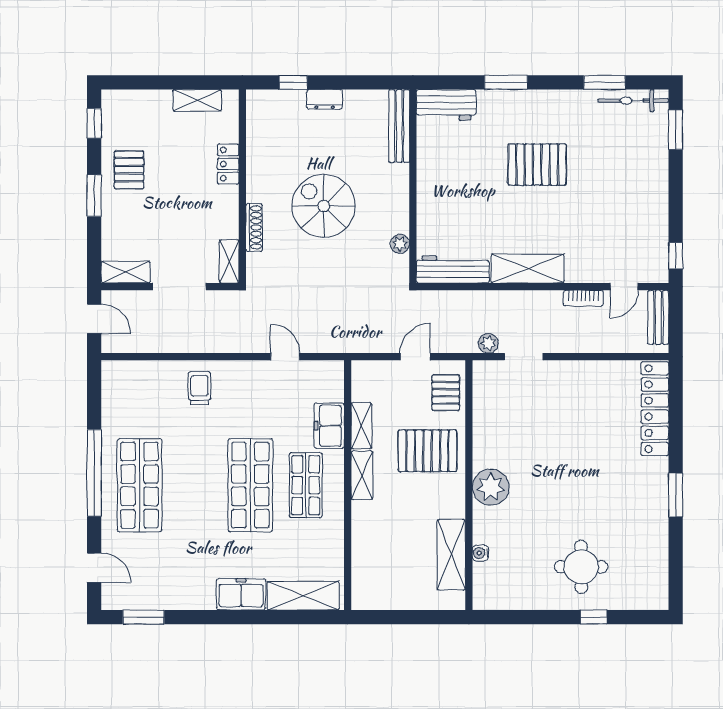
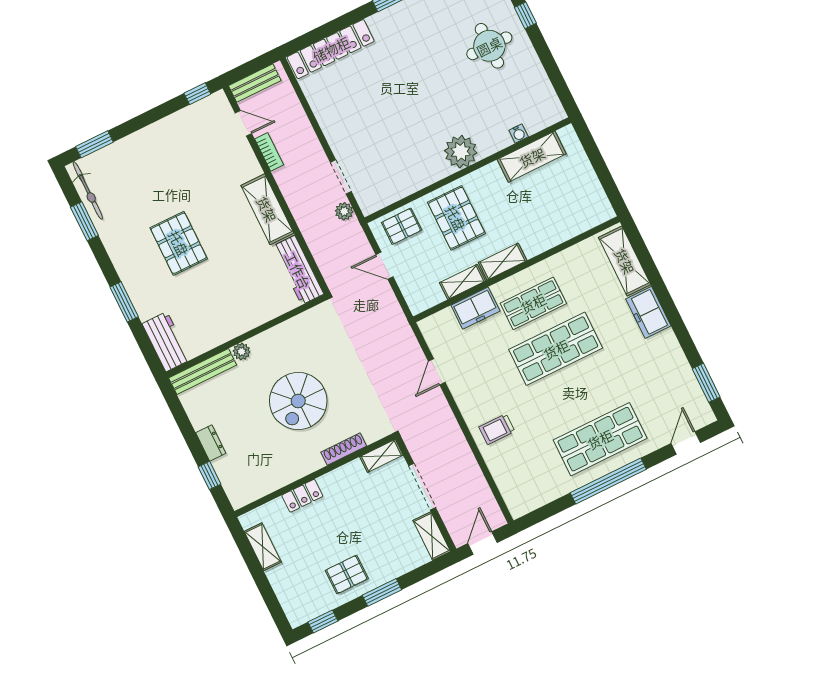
plant: (400, 244) -> (242, 352), moved

